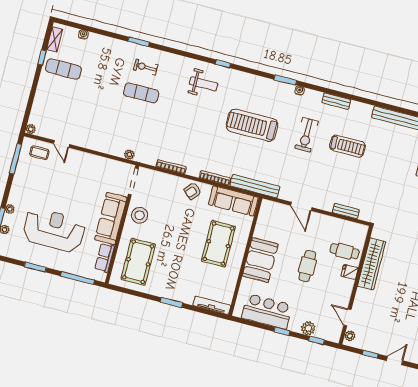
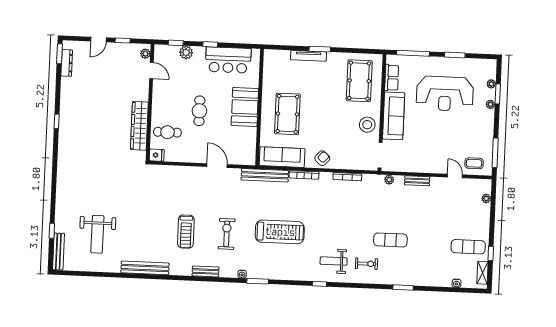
exercise bike: (146, 67) -> (367, 264), moved
plant: (31, 129) -> (486, 198), moved
treadmill: (347, 146) -> (186, 232), turned -90
bench: (346, 211) -> (417, 181), moved
fridge: (350, 272) -> (157, 155), moved
tv unit: (212, 305) -> (309, 56), moved

